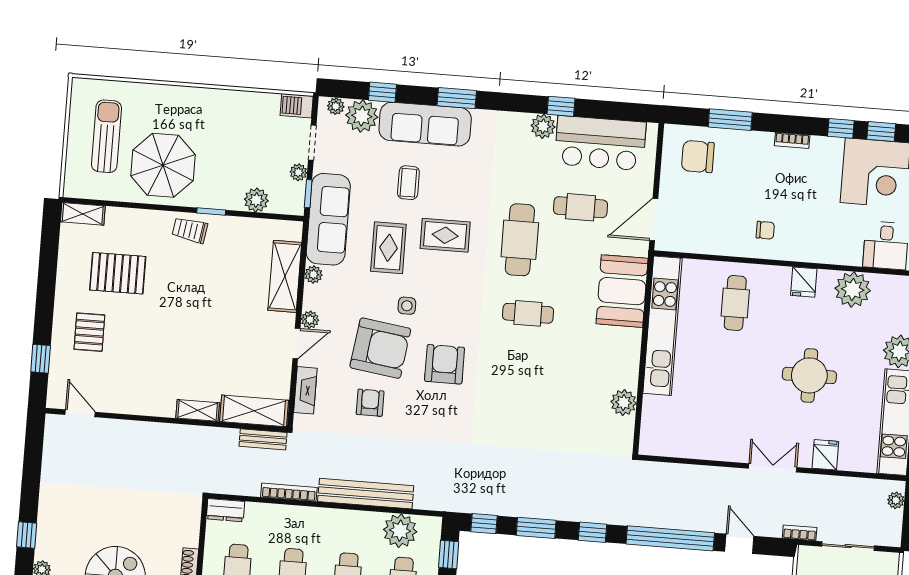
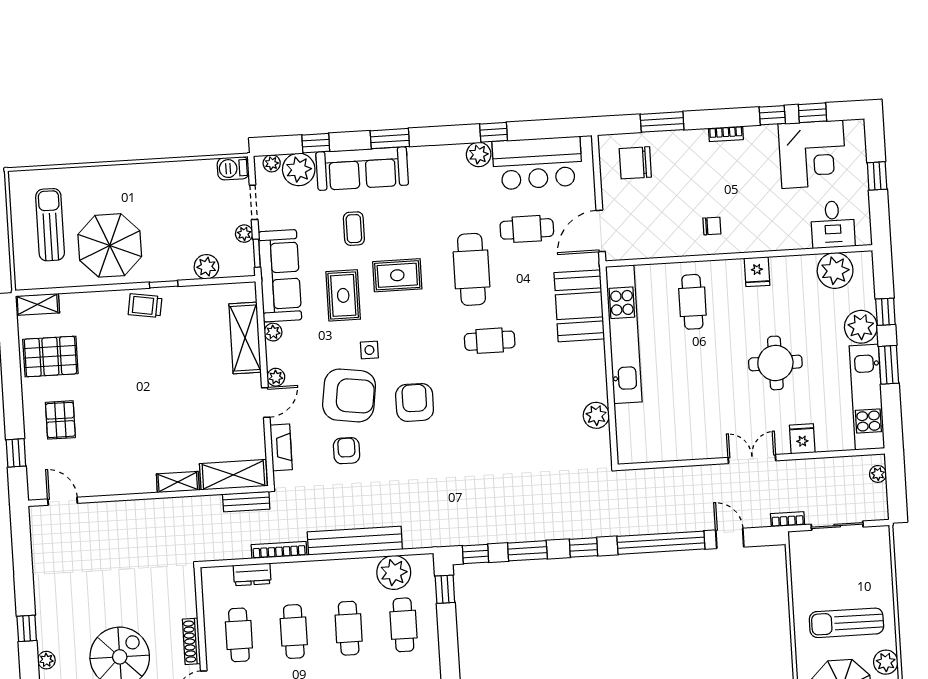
pallet: (118, 273) -> (50, 356), moved
plant: (853, 289) -> (835, 271), moved
dresser: (225, 510) -> (252, 574), moved

